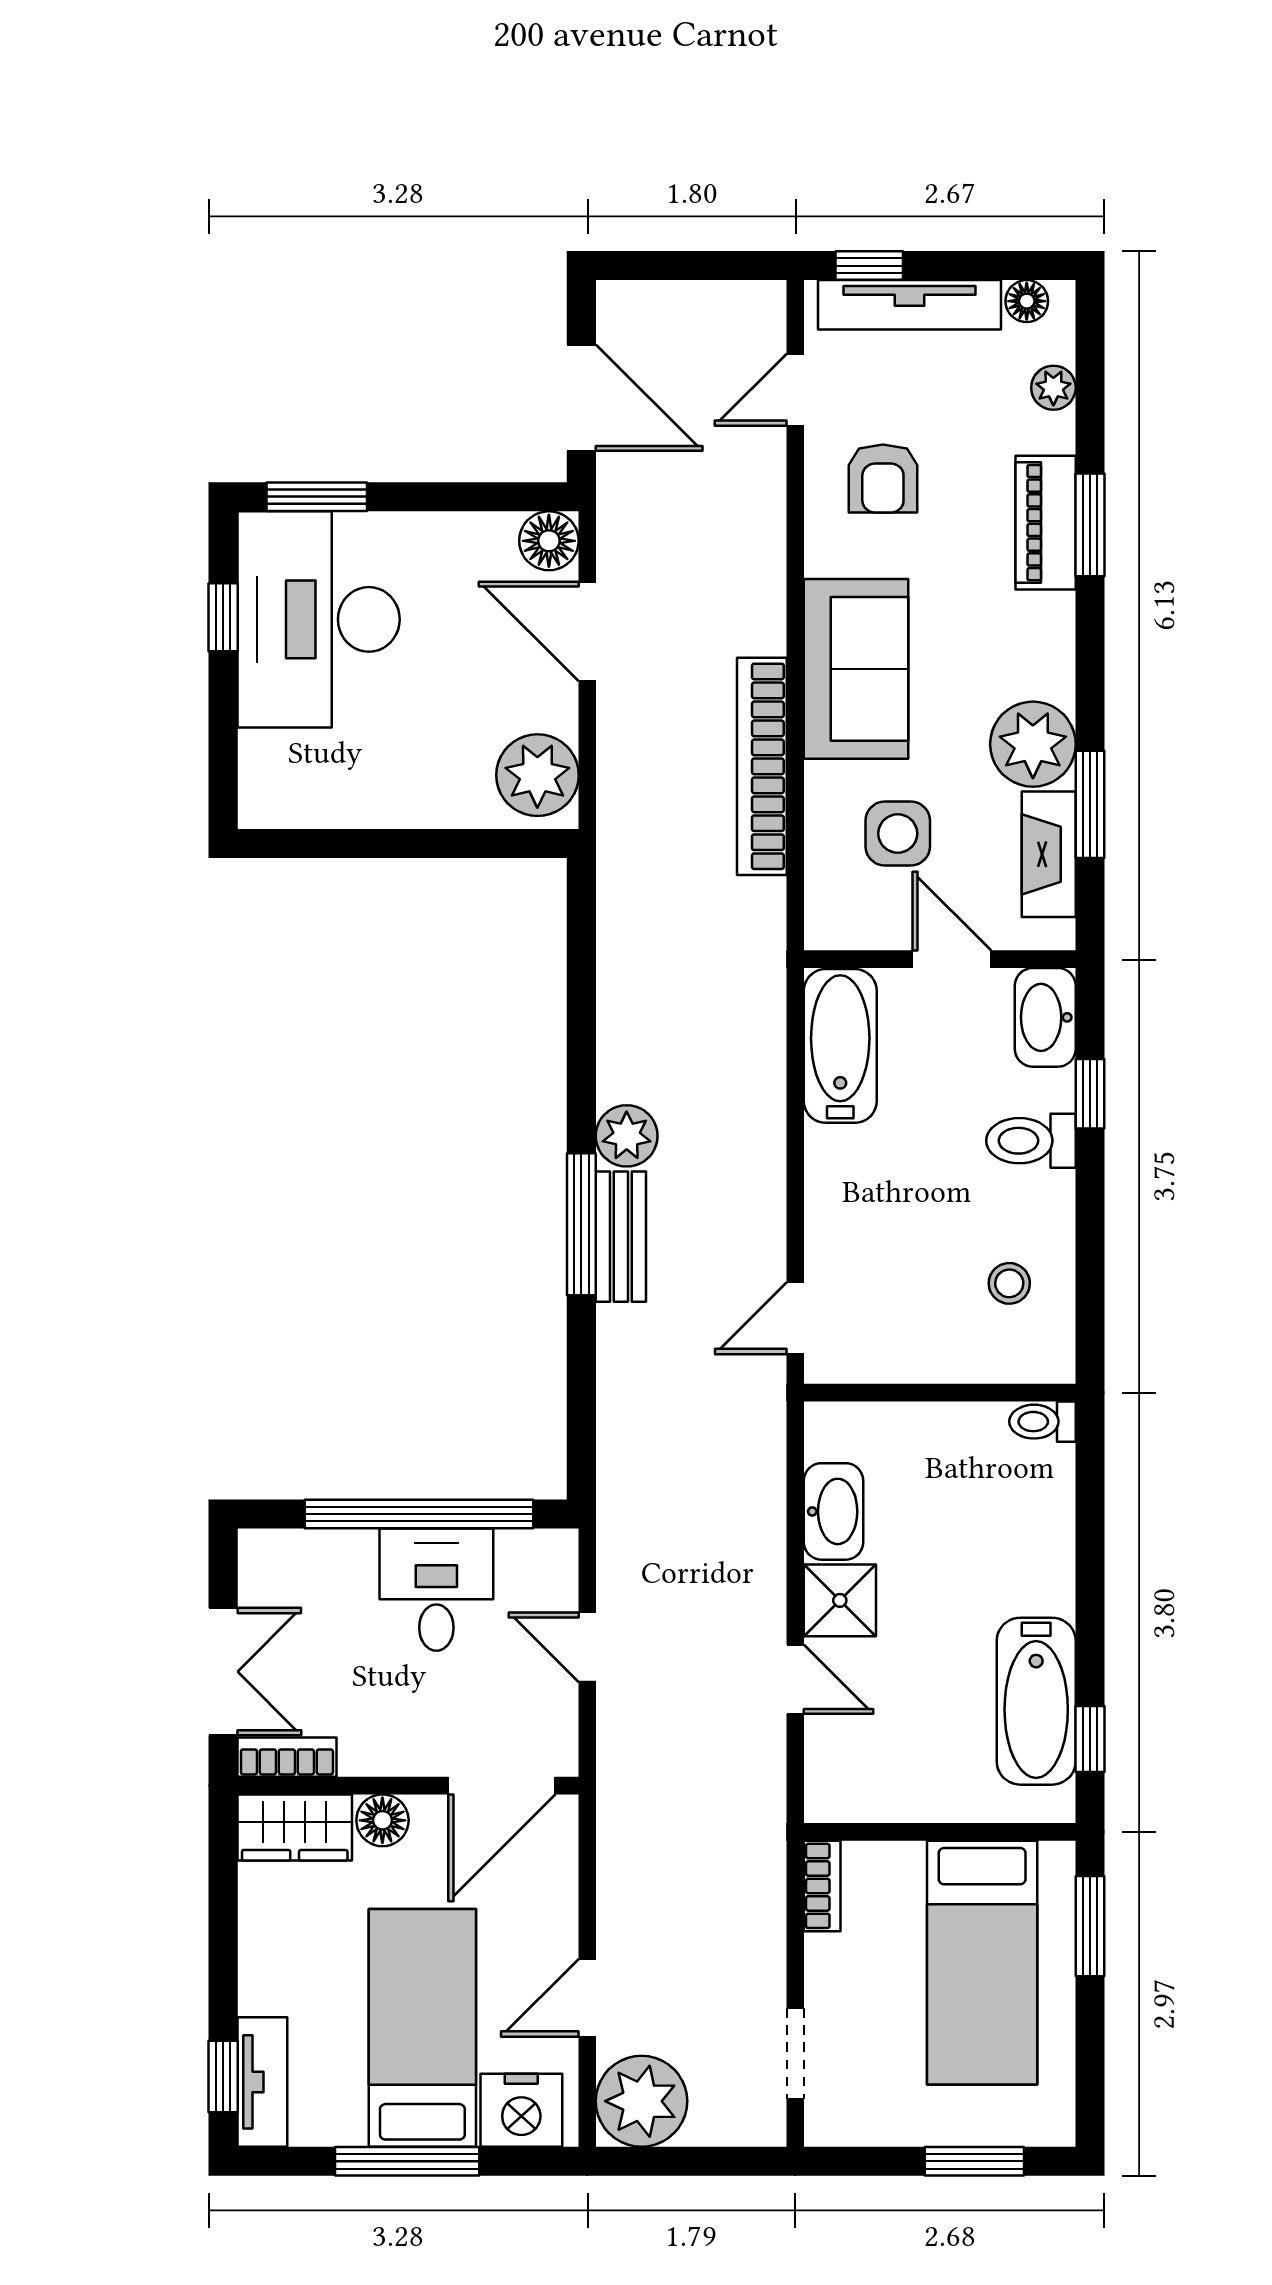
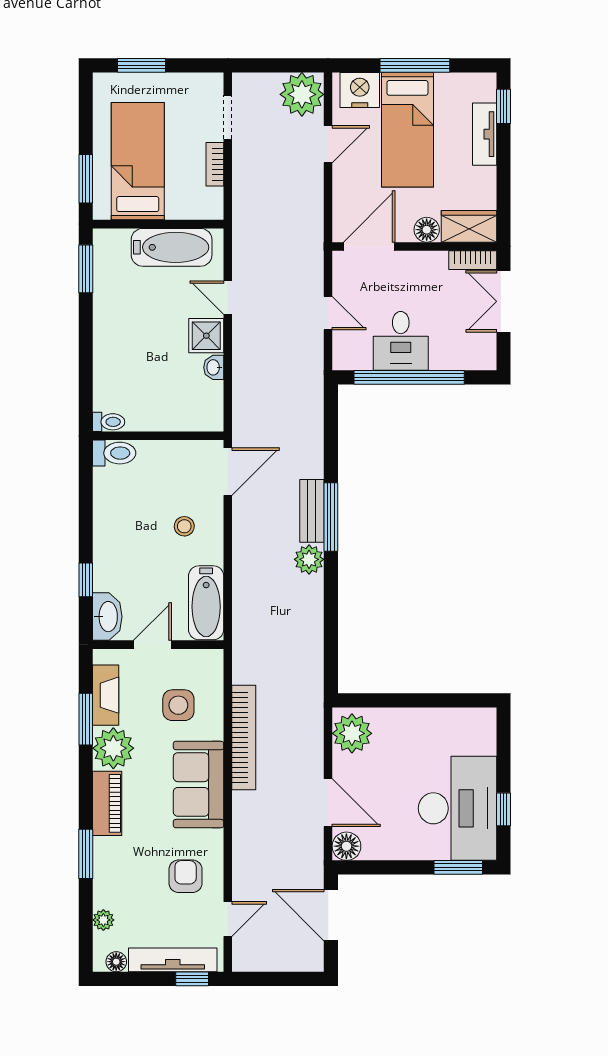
piano: (1046, 523) -> (107, 803), moved
door: (952, 959) -> (152, 645), swing flipped
toilet: (1031, 1141) -> (114, 453), moved
stool: (1009, 1283) -> (184, 526), moved
door: (795, 1318) -> (228, 472), width x1.38
washbasin: (834, 1511) -> (214, 367), width x0.52, depth x0.69
bathtub: (1036, 1701) -> (172, 247), moved, turned 90
window: (1090, 1739) -> (86, 269), width x1.50
bookcase: (822, 1886) -> (215, 164), moved
tv unit: (262, 2082) -> (485, 134), moved

